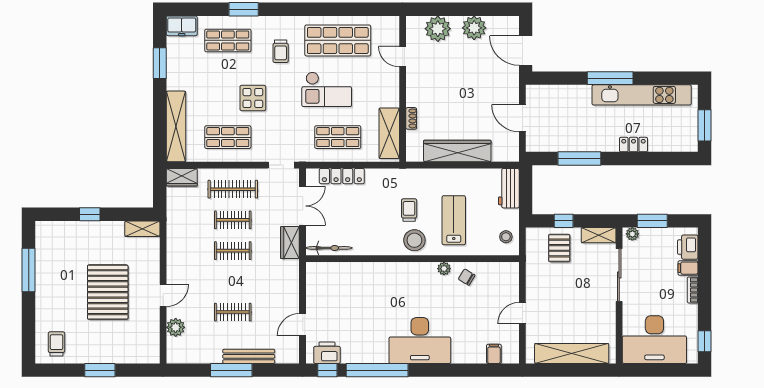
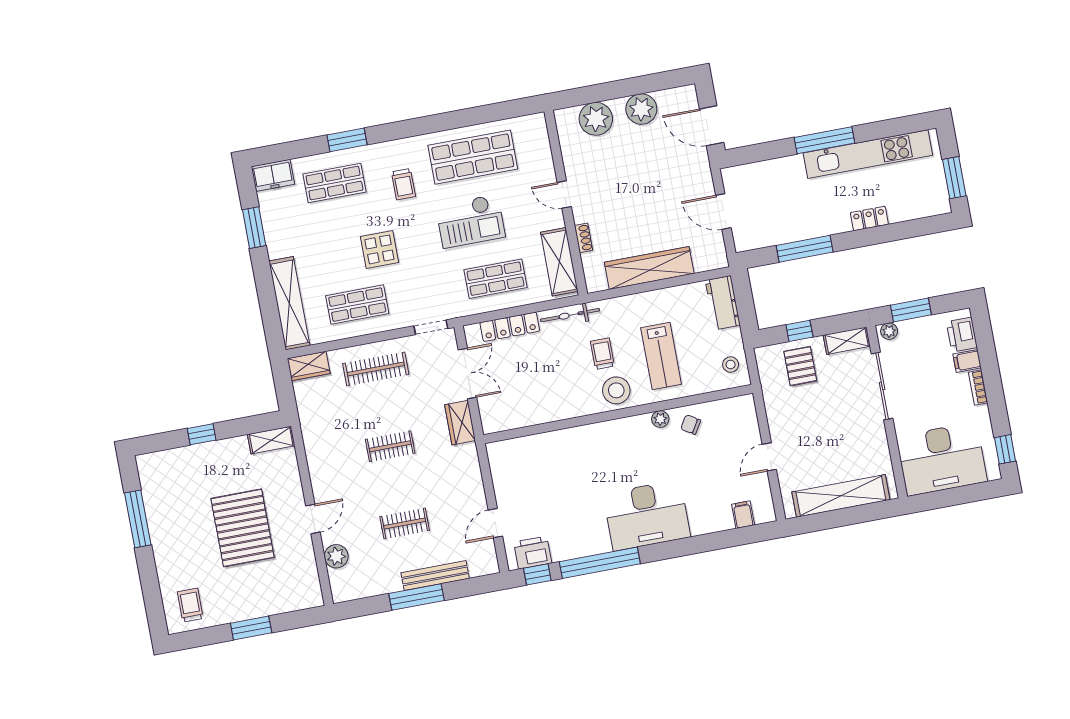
door: (403, 57) -> (564, 195), moved
clothes rail: (233, 220) -> (383, 408), removed
lab bench: (454, 220) -> (661, 356), turned 180
bicycle: (329, 248) -> (570, 315), moved, turned 180

